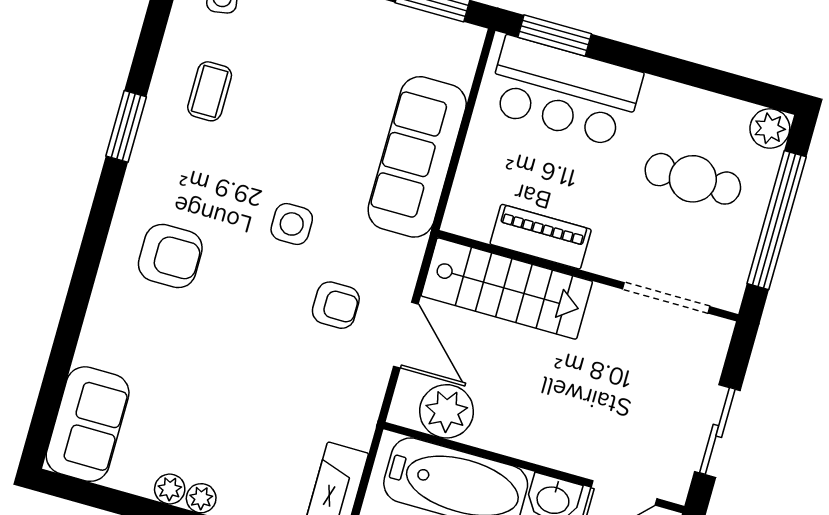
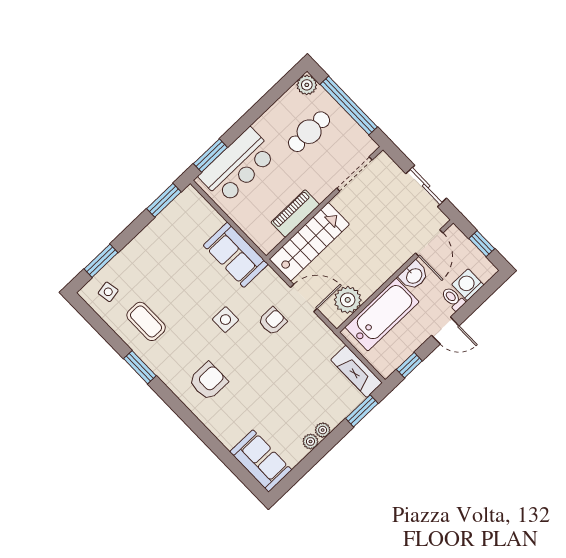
coffee table: (210, 91) -> (146, 321), width x1.36, depth x1.30
sofa: (417, 157) -> (236, 255), width x0.73

